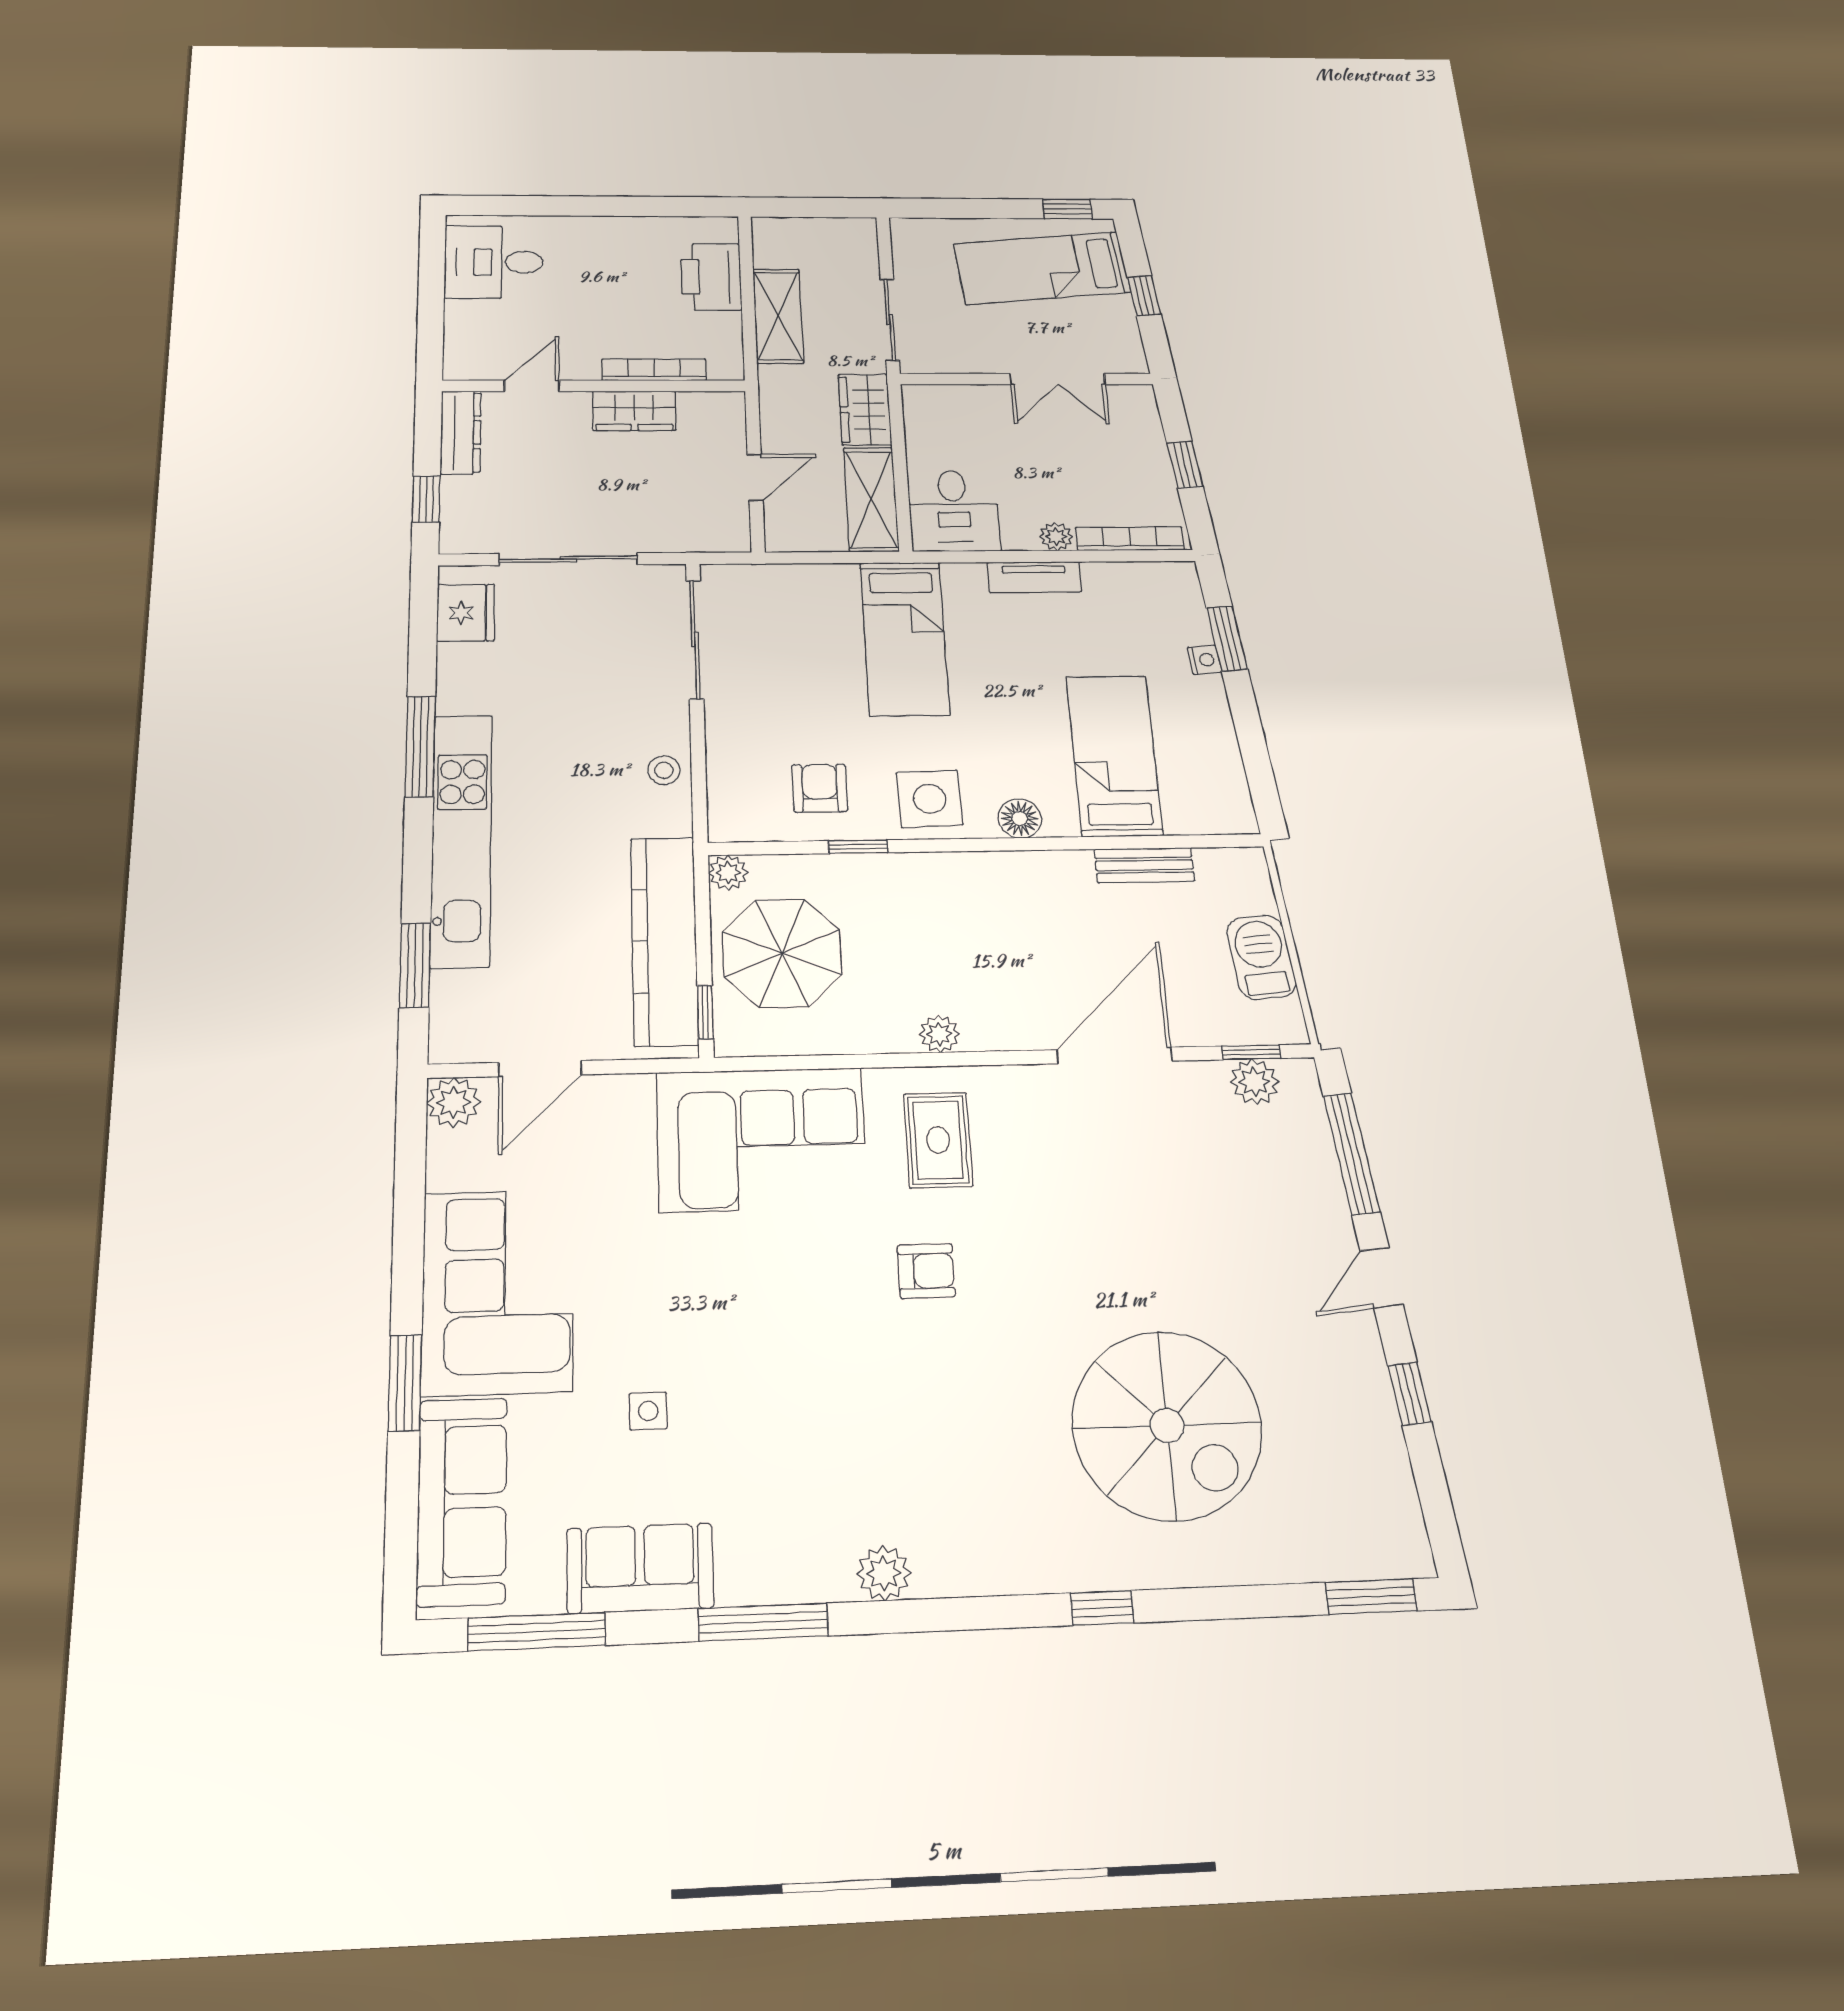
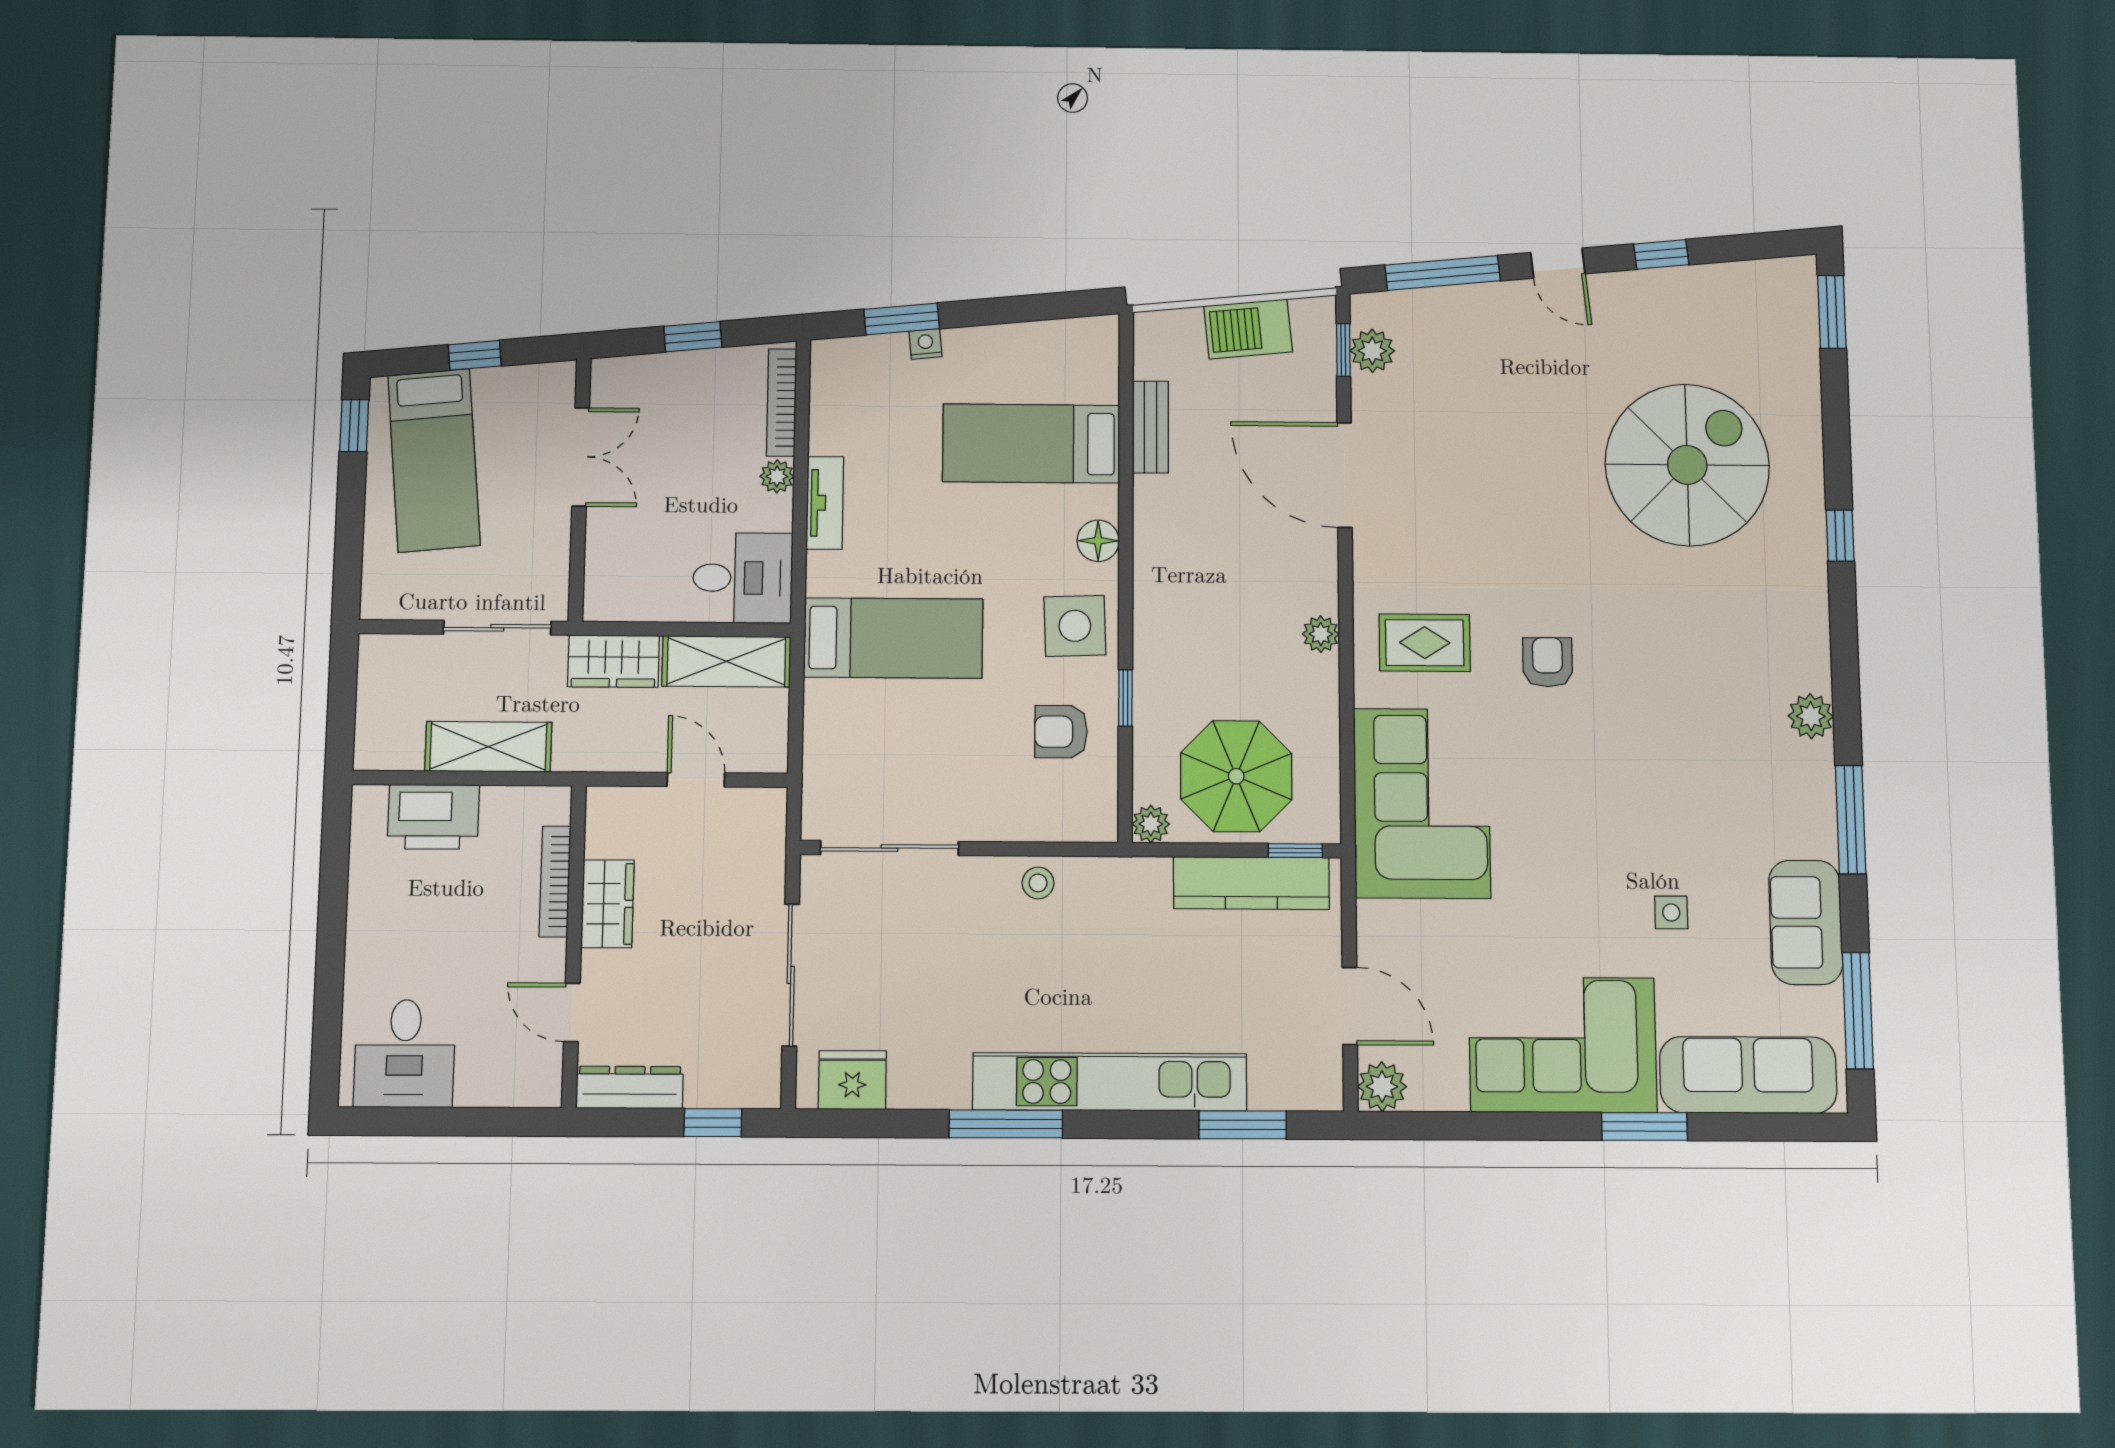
kitchen counter: (664, 940) -> (1251, 883), width x0.72, depth x0.86

